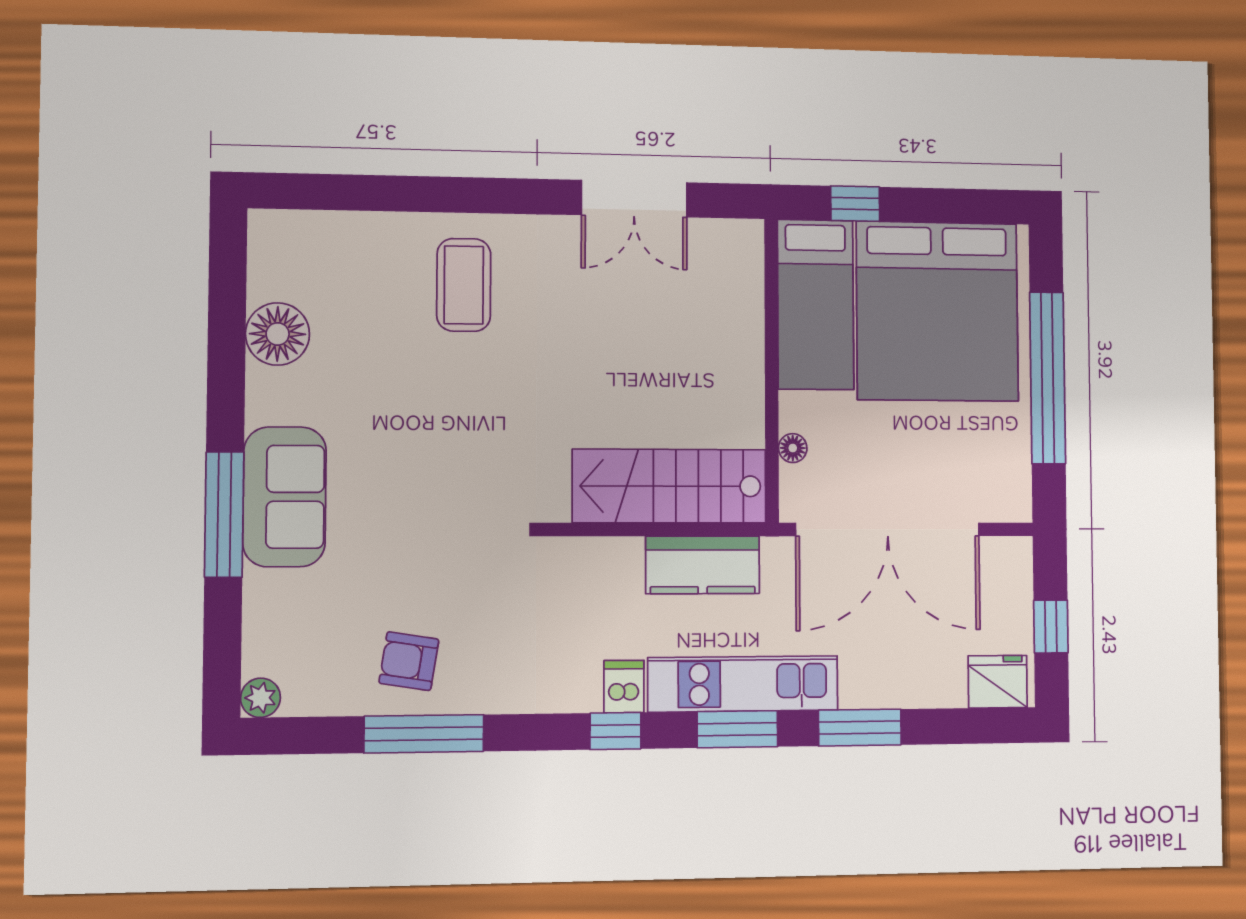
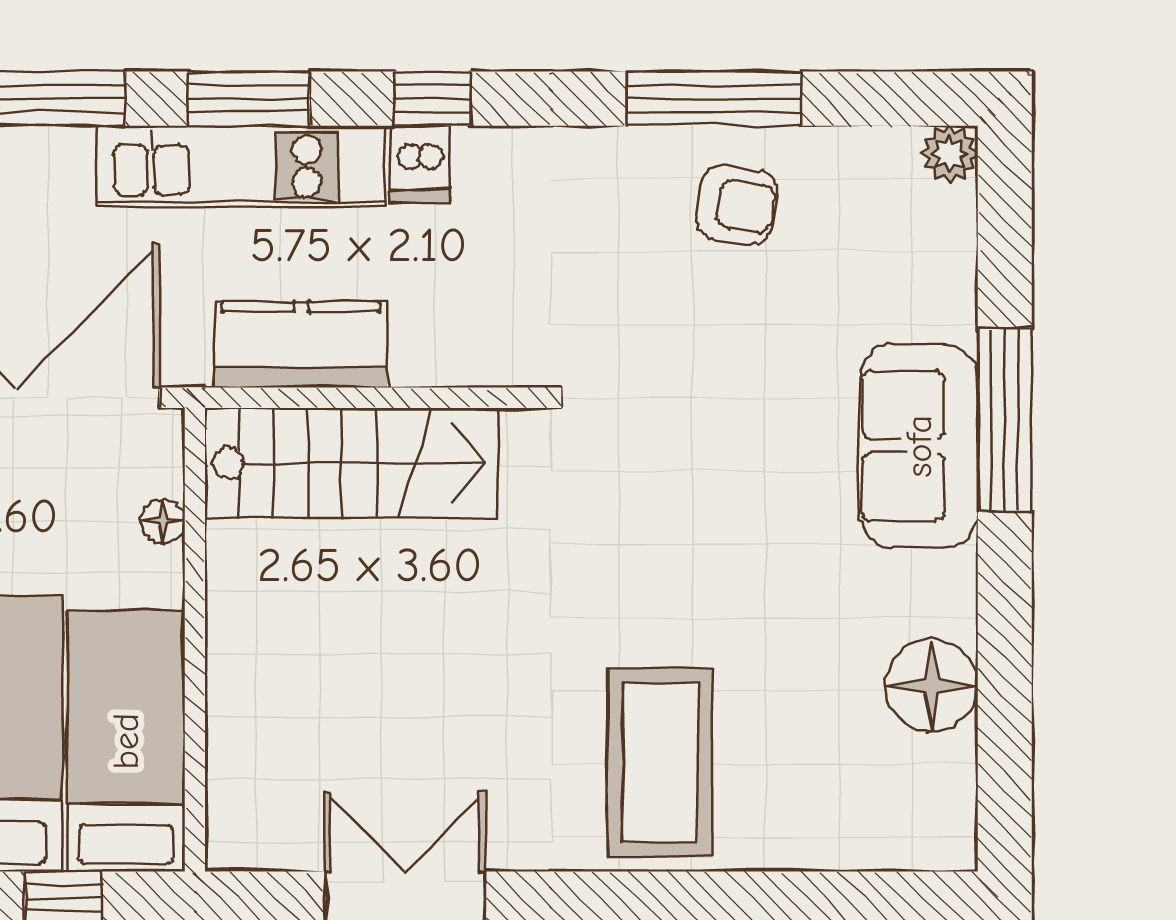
coffee table: (464, 285) -> (660, 763), width x1.36, depth x1.32

